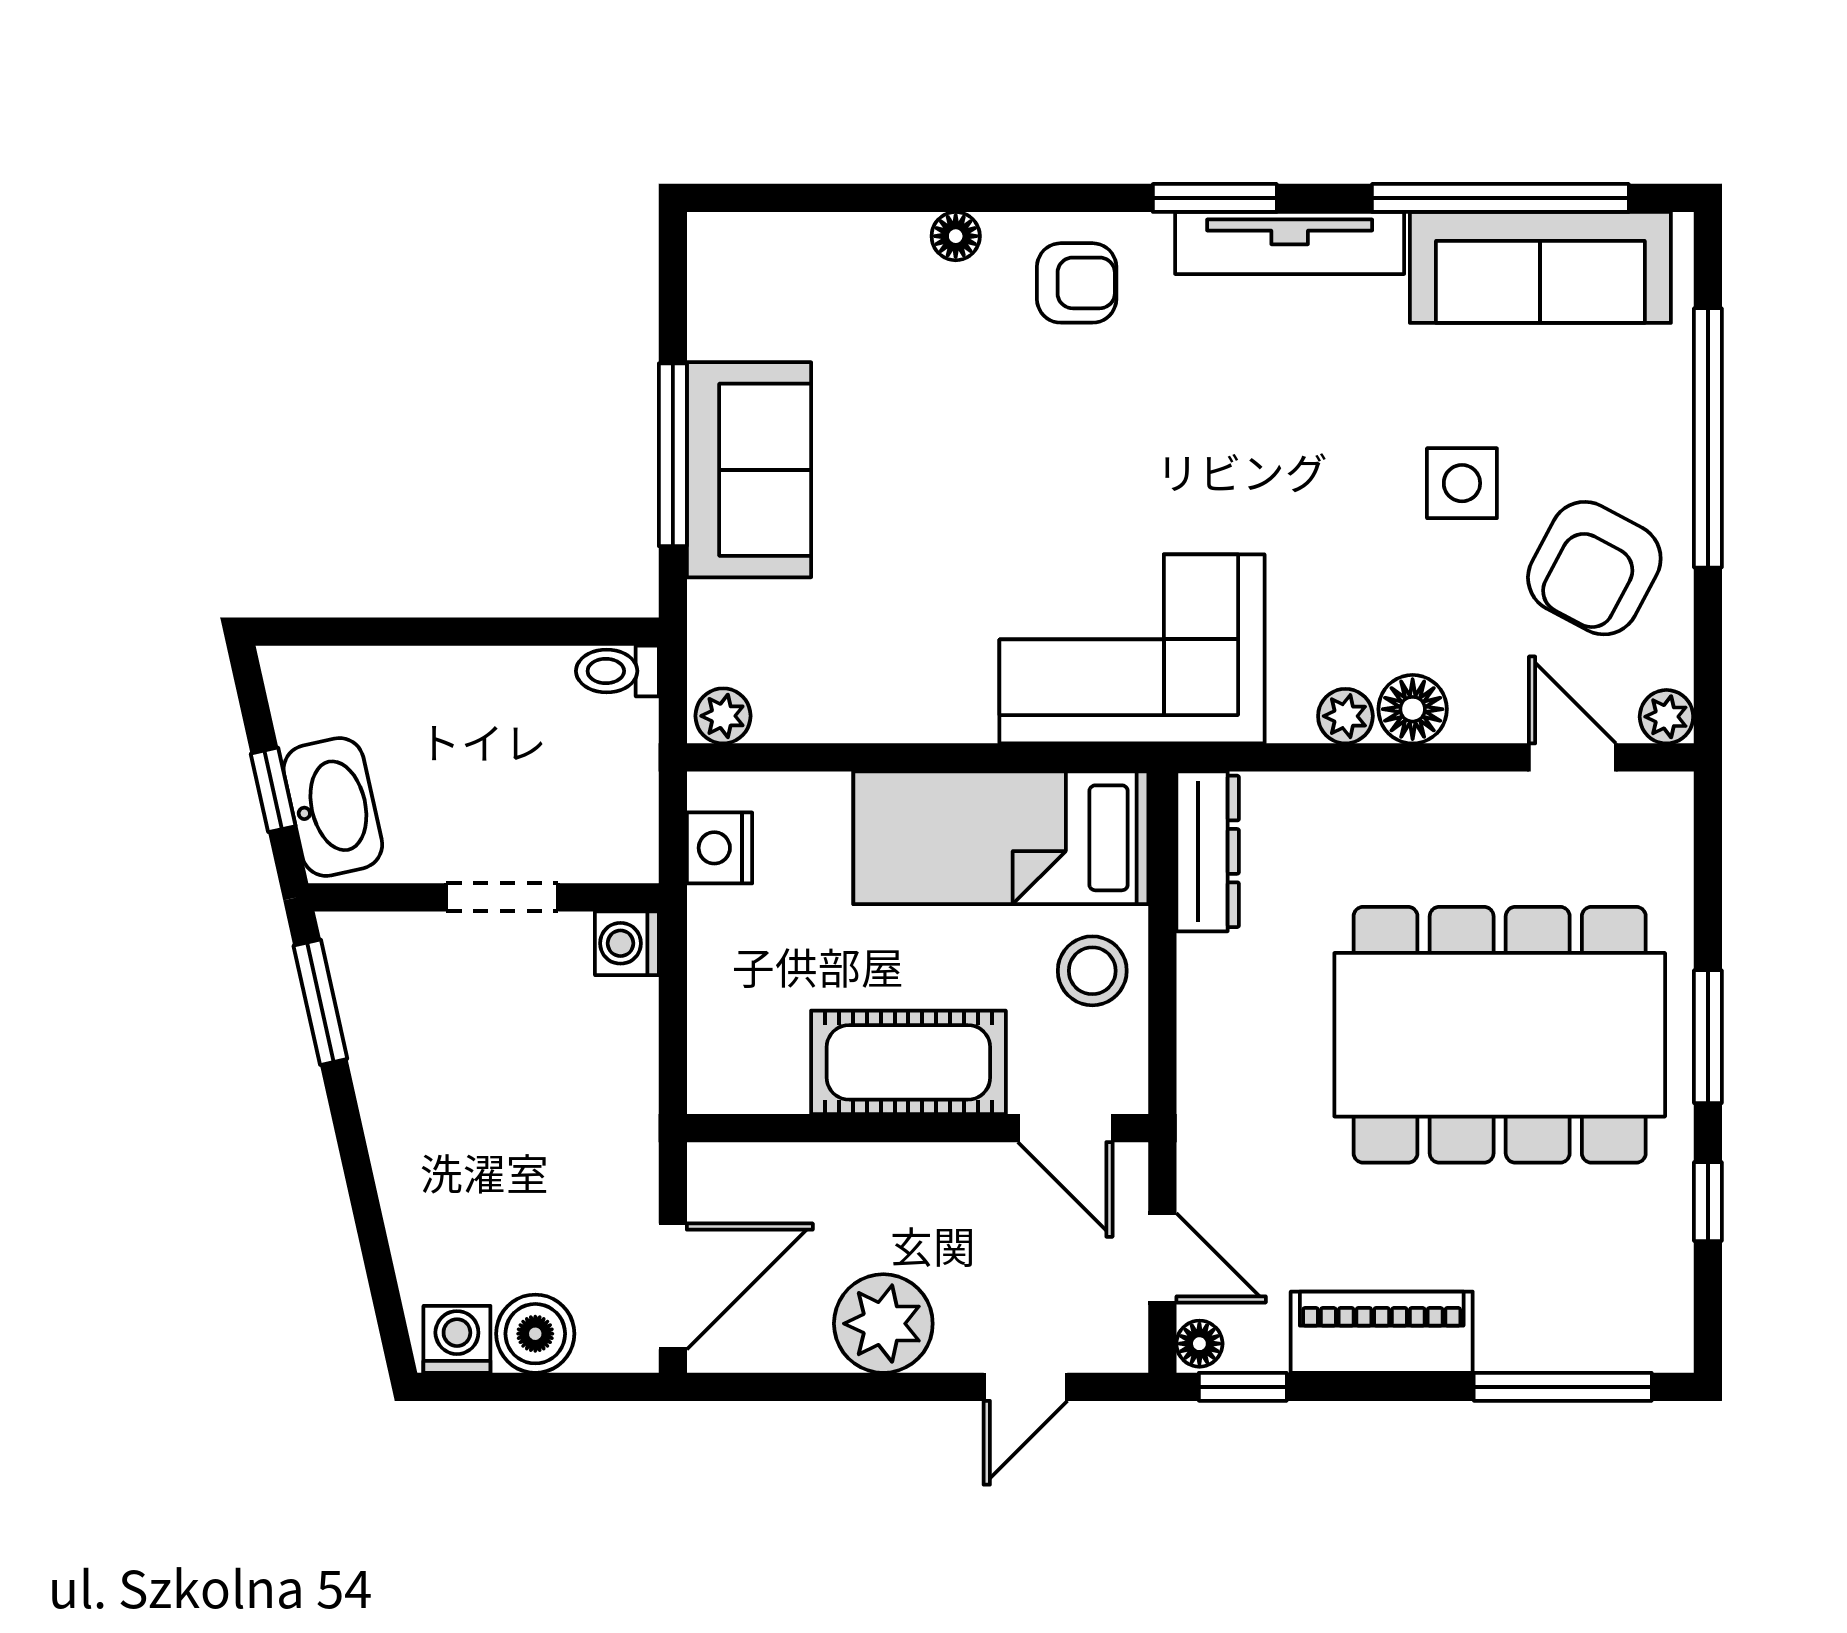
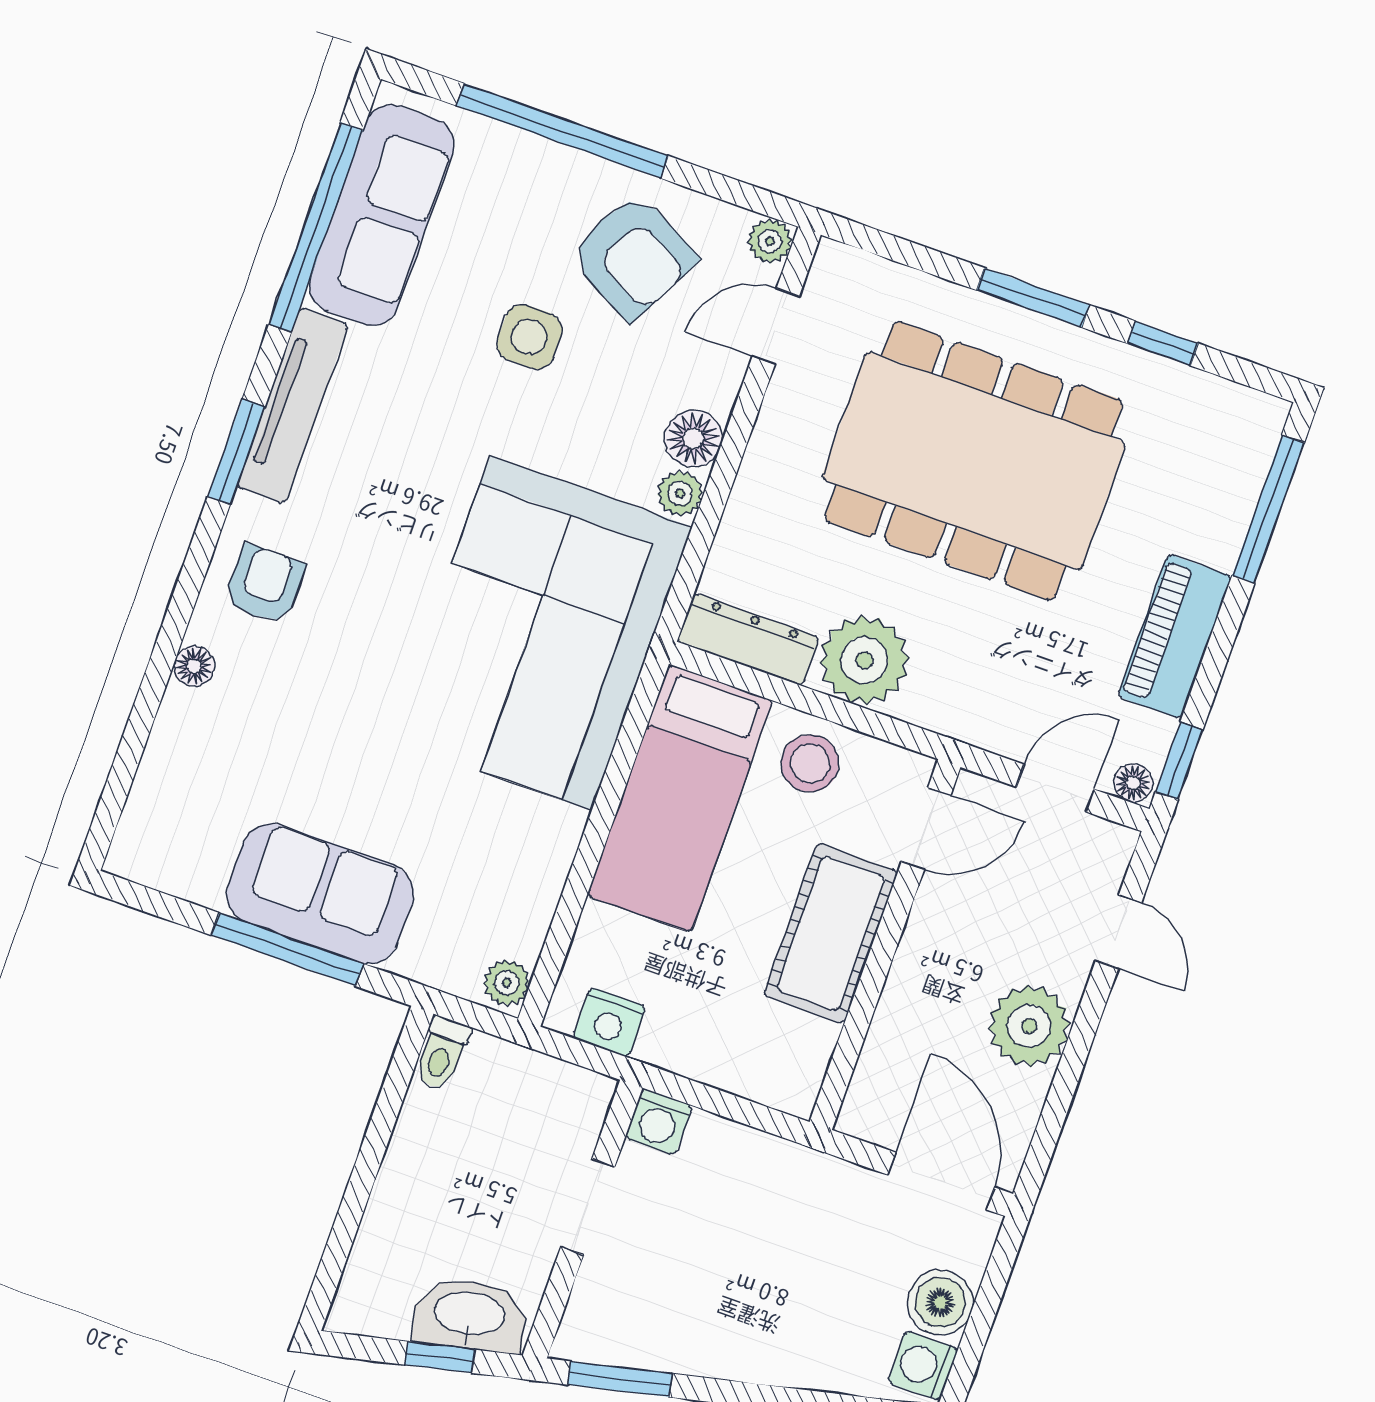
corner sofa: (1132, 649) -> (541, 633), width x1.36, depth x1.36
plant: (1231, 991) -> (864, 660), added
dining table: (1500, 1035) -> (974, 461), turned 90

